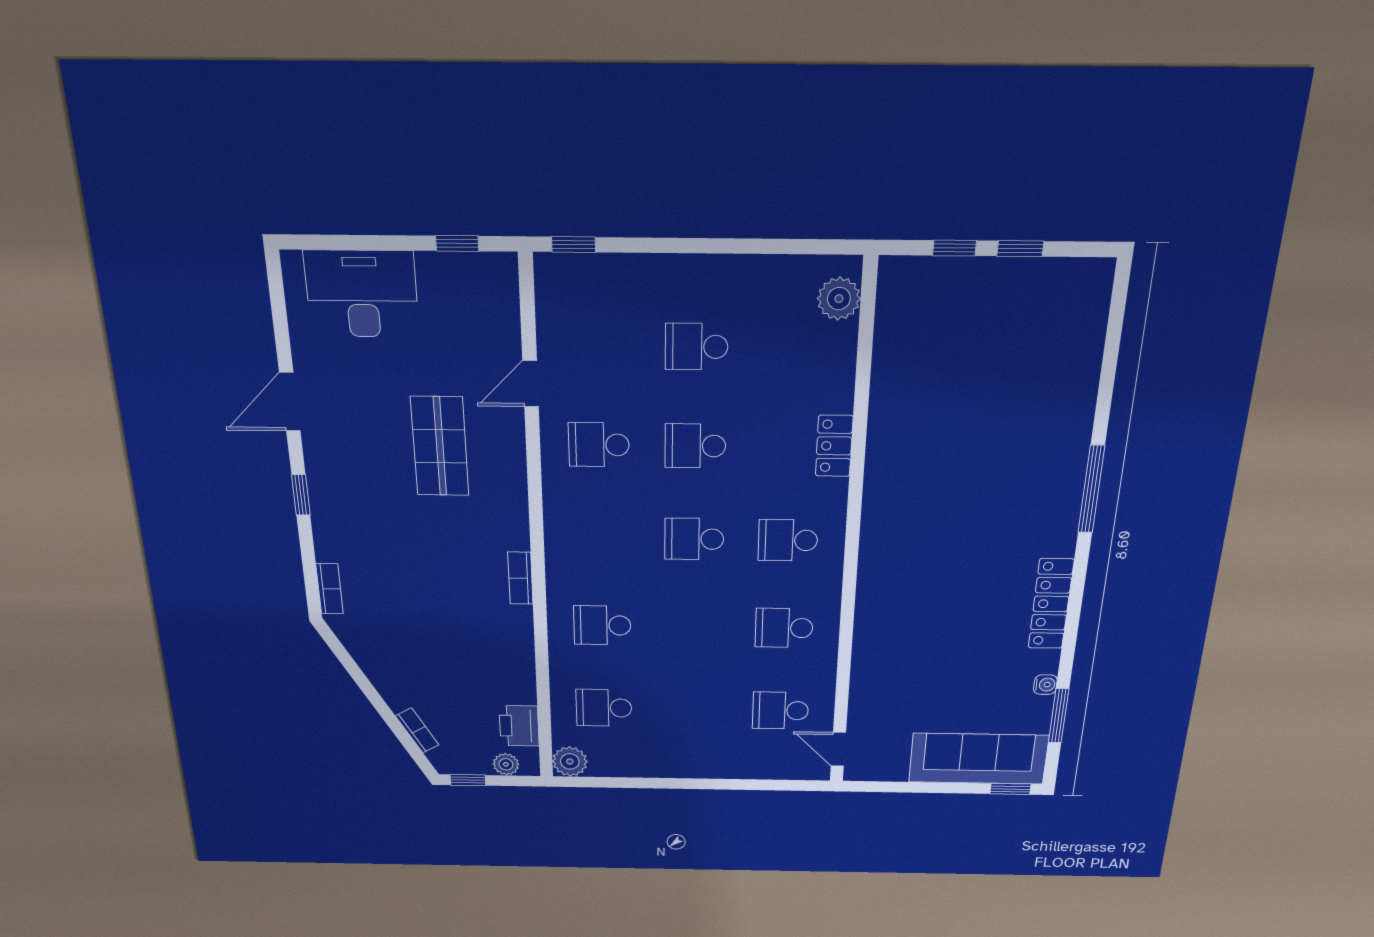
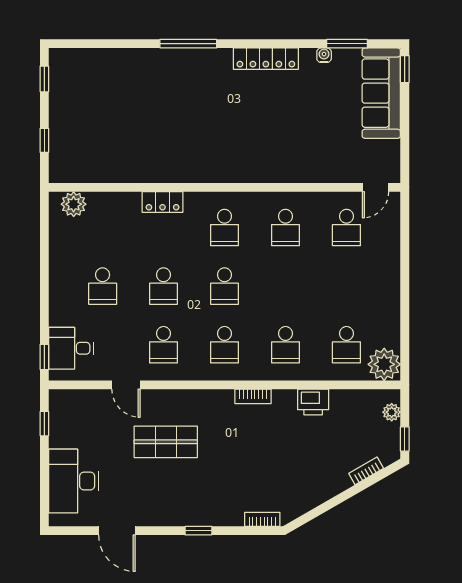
window: (1020, 249) -> (44, 79), moved
desk: (590, 292) -> (71, 348), added
door: (290, 402) -> (117, 531), moved
school desk: (601, 538) -> (225, 345), added
printer: (519, 726) -> (313, 402), moved
plant: (570, 761) -> (384, 364), width x1.36, depth x1.36

